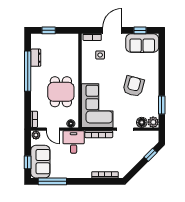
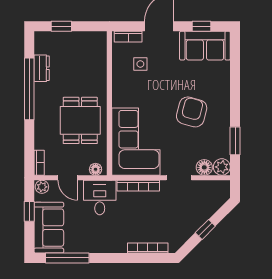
window: (151, 155) -> (205, 229), moved
window: (28, 162) -> (29, 211), moved

